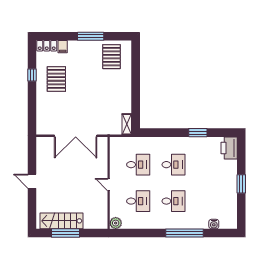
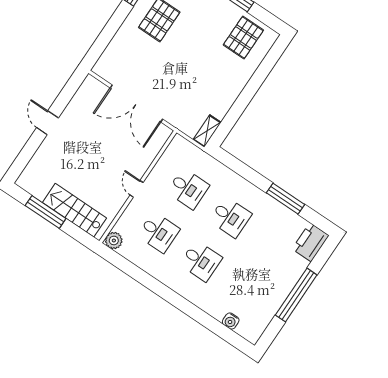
window: (198, 133) -> (286, 199), width x1.44
window: (241, 184) -> (296, 295), width x2.11
stairs: (61, 221) -> (75, 210), moved
window: (185, 233) -> (188, 308), removed

